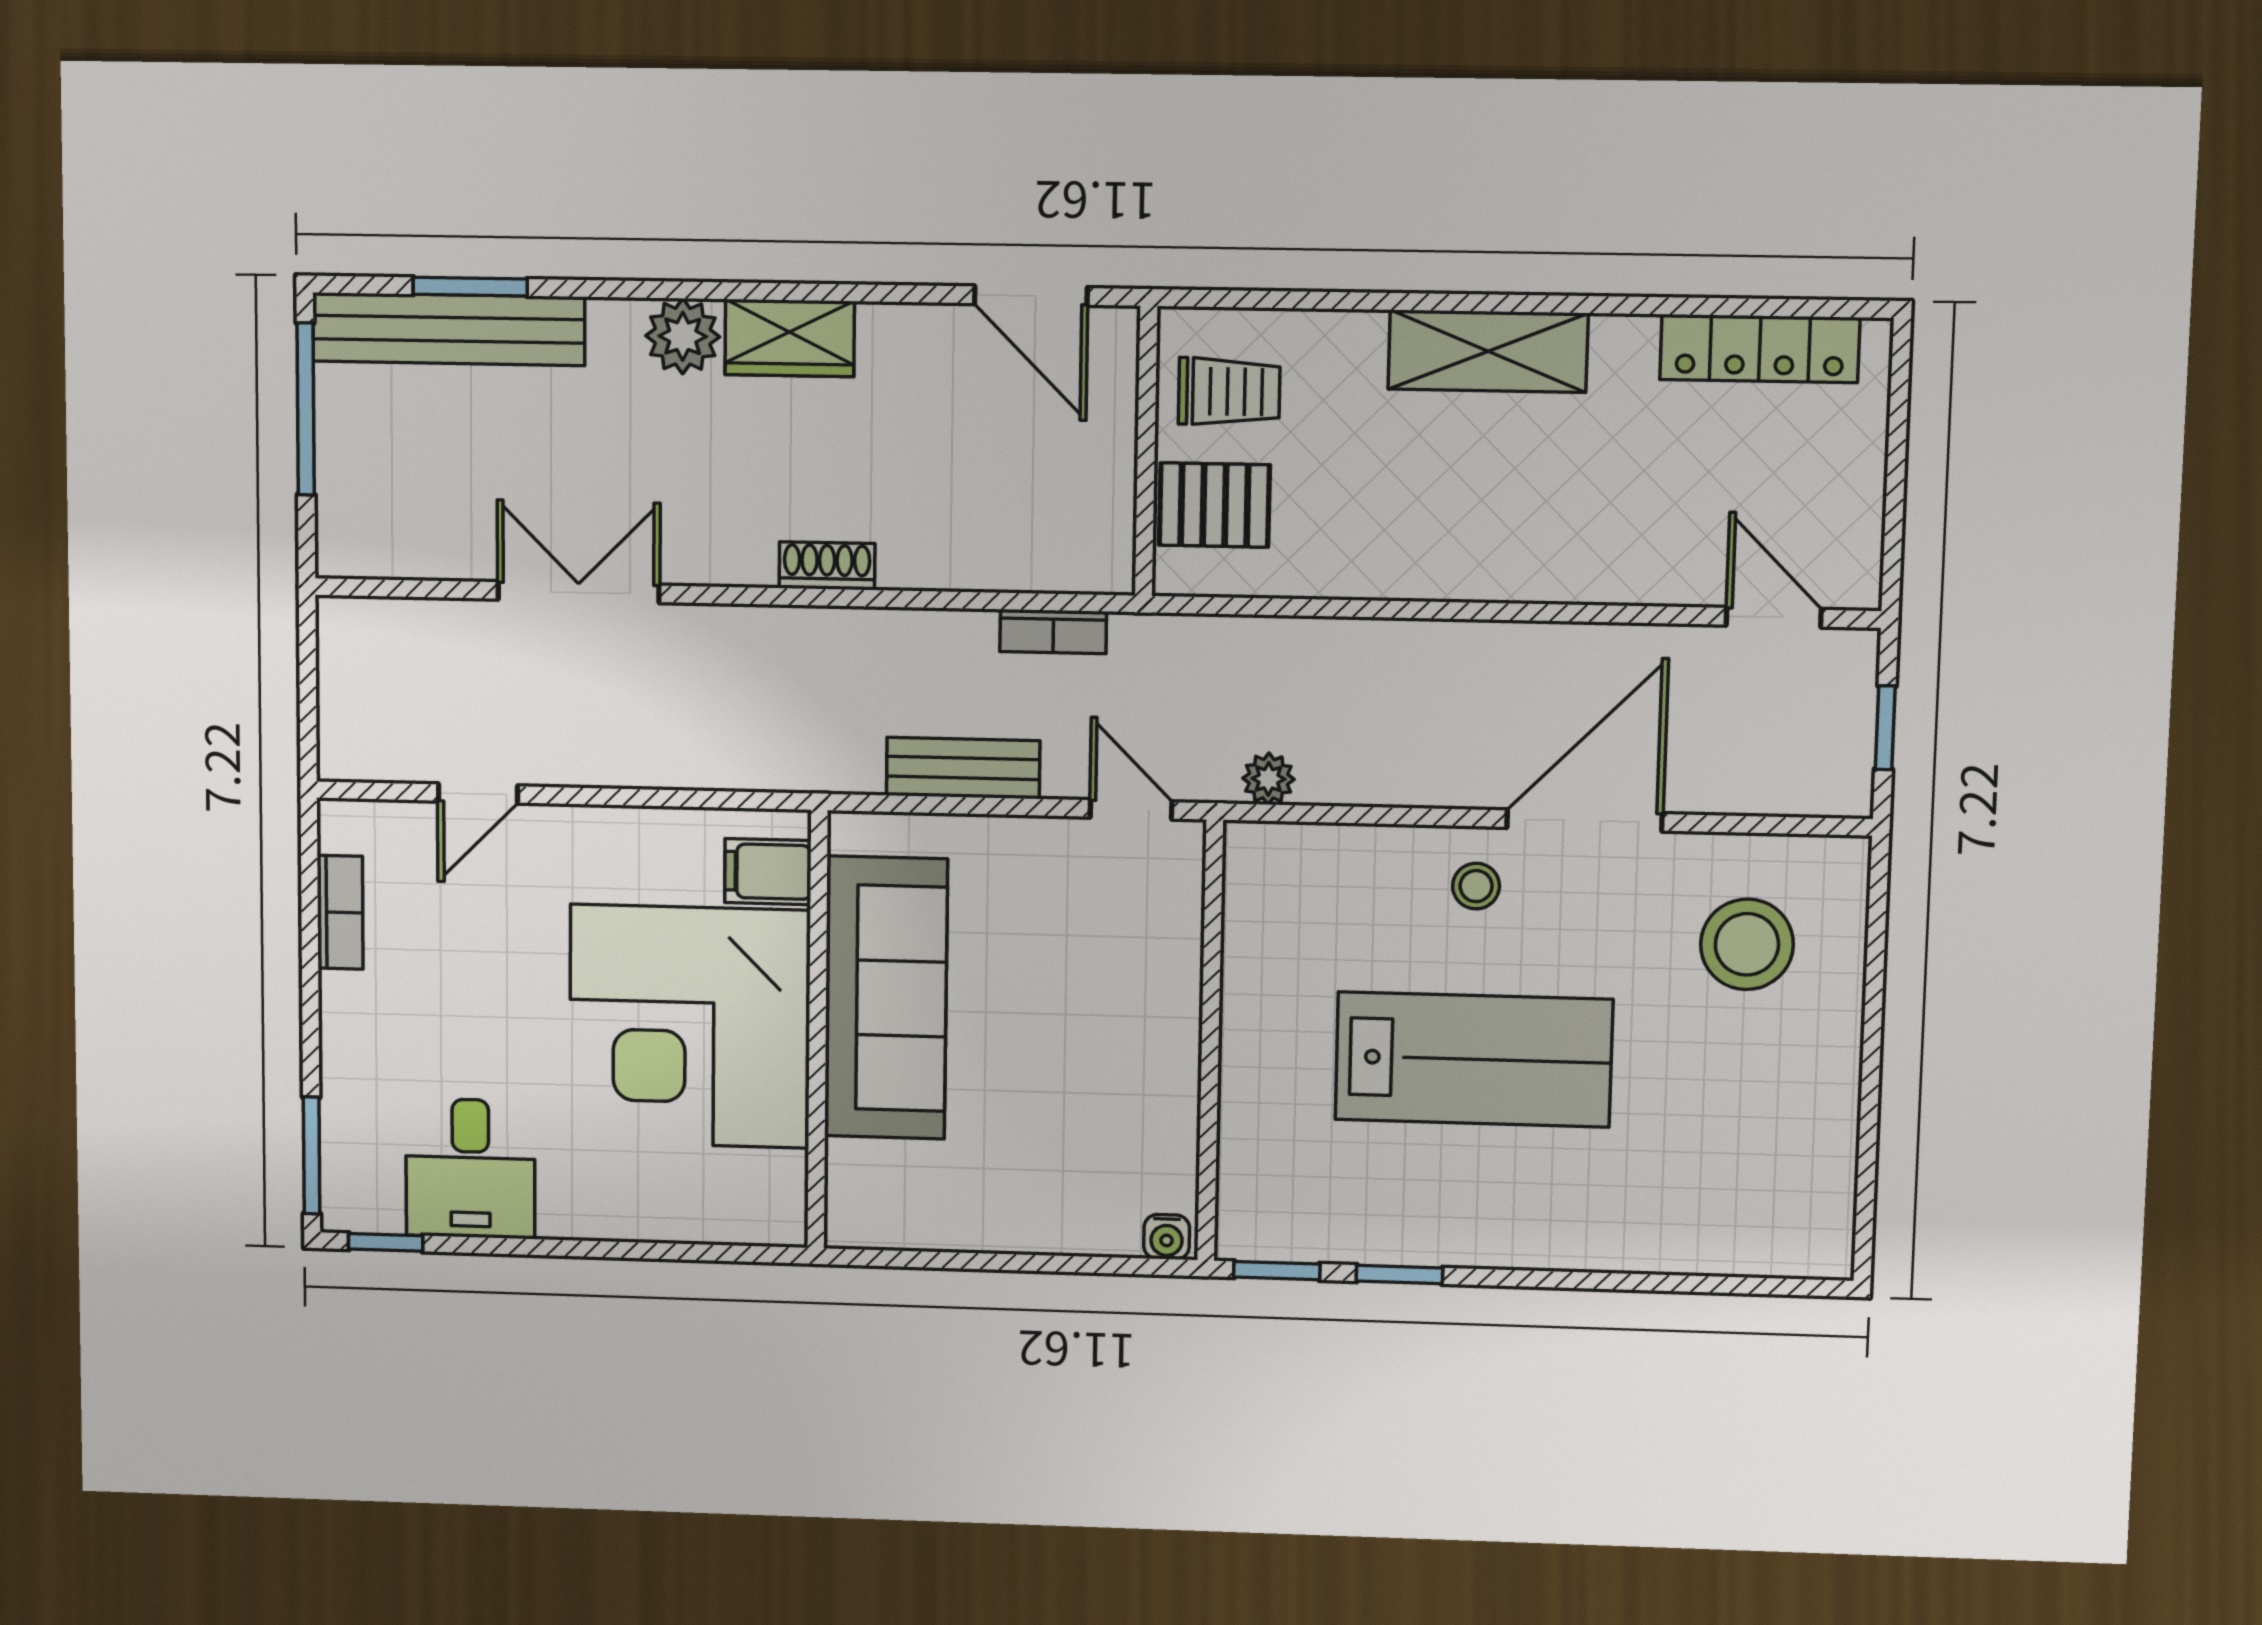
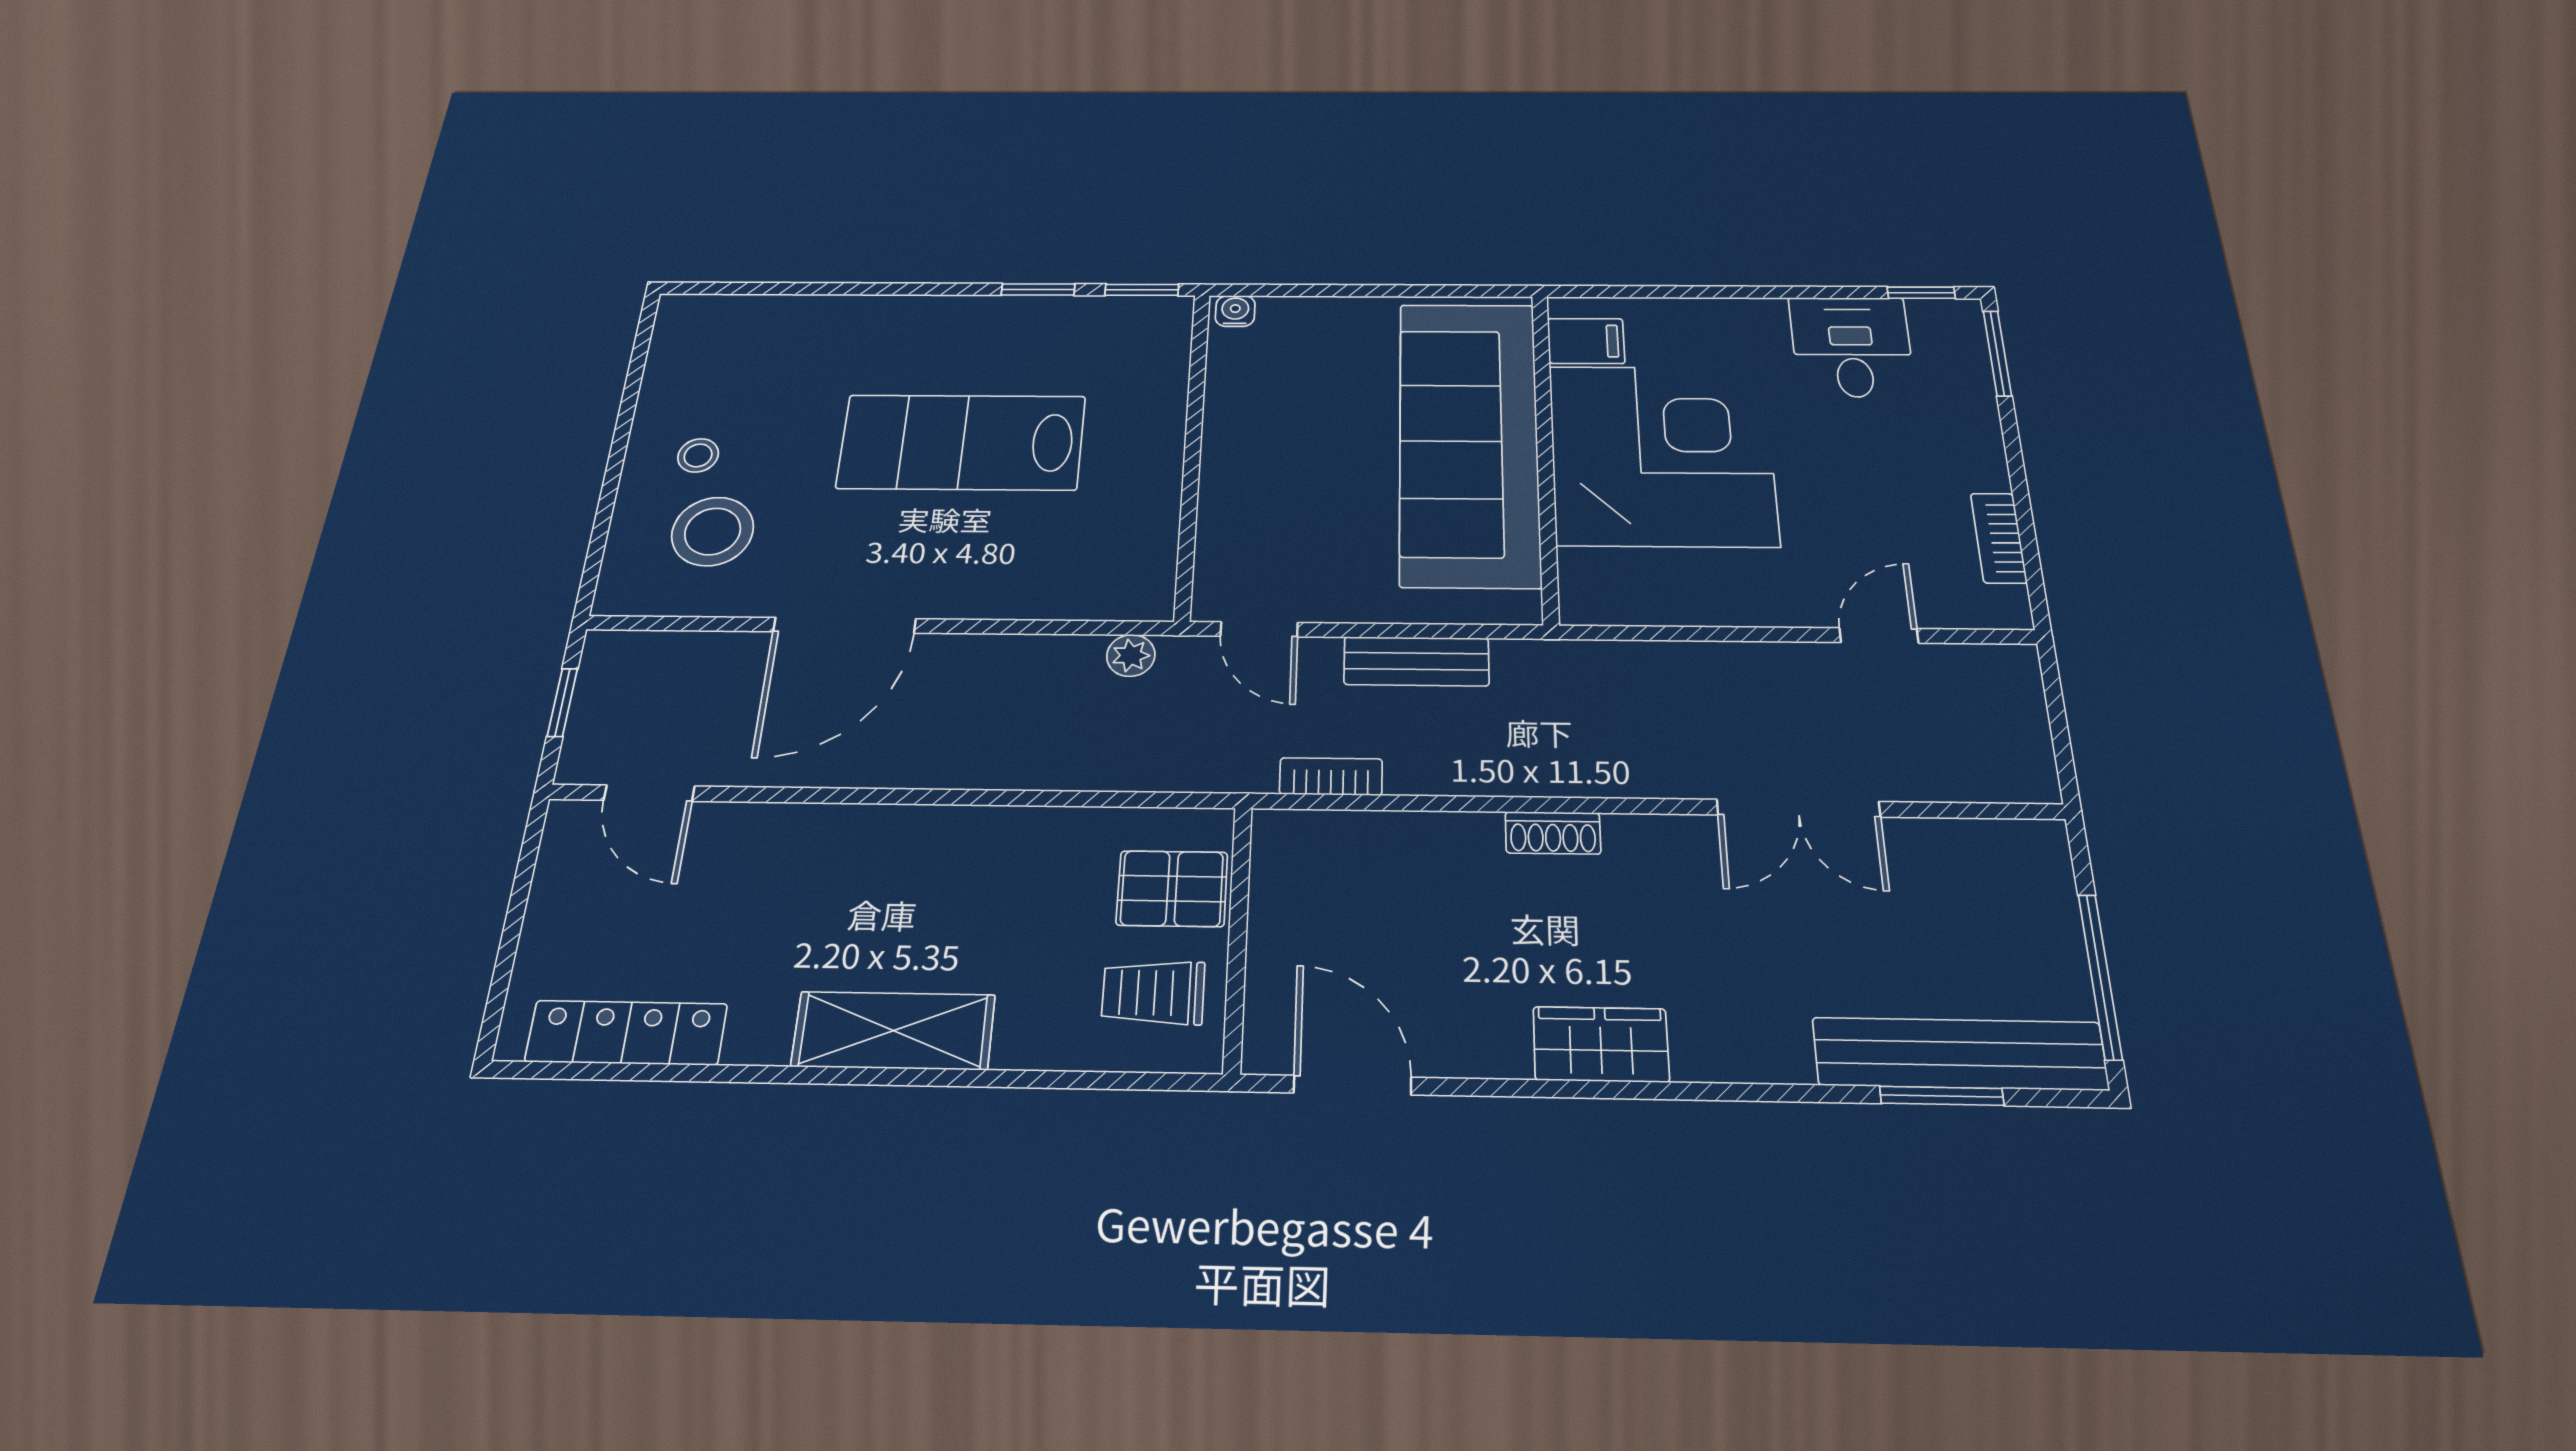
plant: (683, 336) -> (1712, 1046), removed
filing cabinet: (768, 872) -> (1586, 341), moved
stool: (1476, 886) -> (698, 455), moved
sofa: (886, 998) -> (1469, 441), width x1.36, depth x1.27

